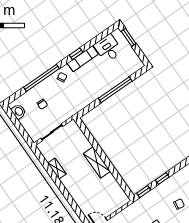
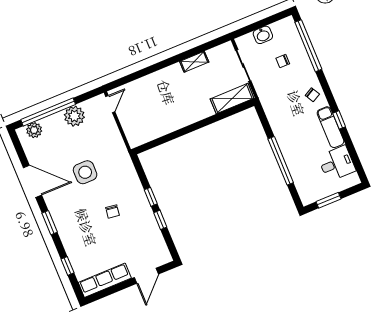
window: (129, 37) -> (328, 200), moved
window: (41, 78) -> (308, 46), moved
washbasin: (19, 112) -> (263, 35), moved
shelving: (97, 163) -> (232, 99), moved
window: (144, 192) -> (160, 220), moved

